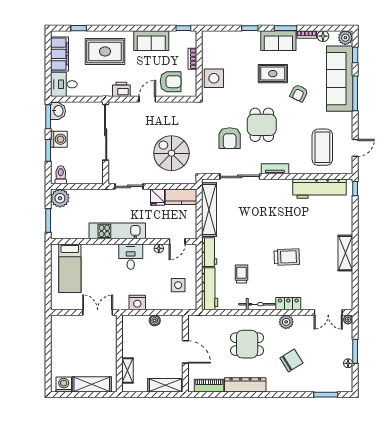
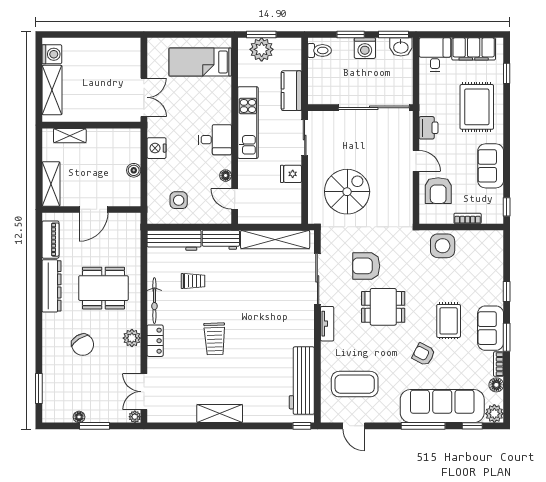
kitchen counter: (181, 197) -> (291, 91), moved
plant: (60, 198) -> (262, 49), moved
dining table: (247, 344) -> (103, 288), width x1.37

